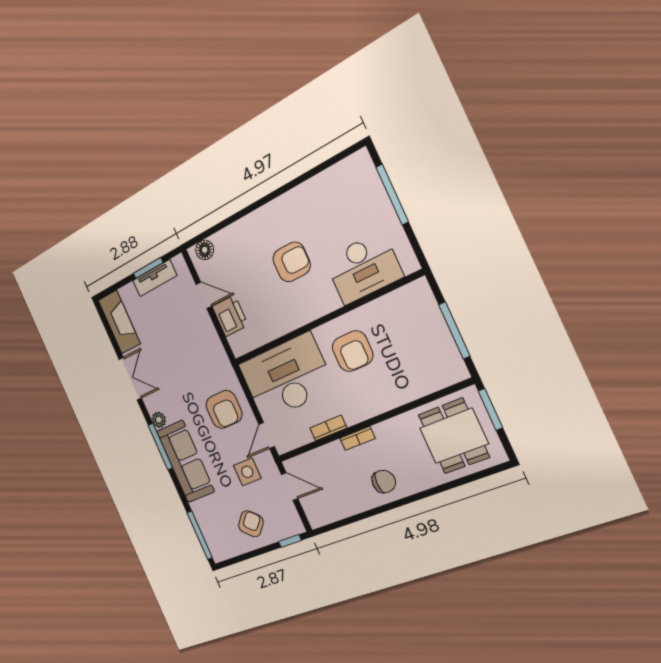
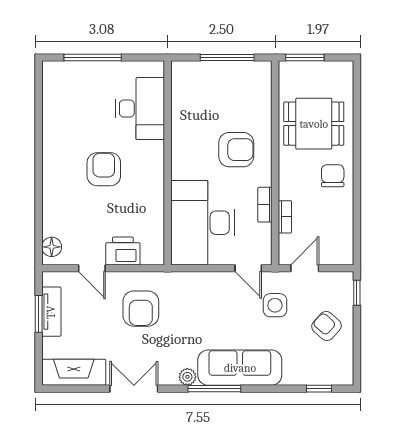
door: (204, 295) -> (92, 268), swing flipped
armchair: (352, 351) -> (236, 150), moved
armchair: (224, 409) -> (141, 309), moved, turned 90
dining table: (454, 436) -> (314, 124), moved
bookcase: (357, 438) -> (285, 217), moved
window: (200, 535) -> (319, 389), width x0.46

